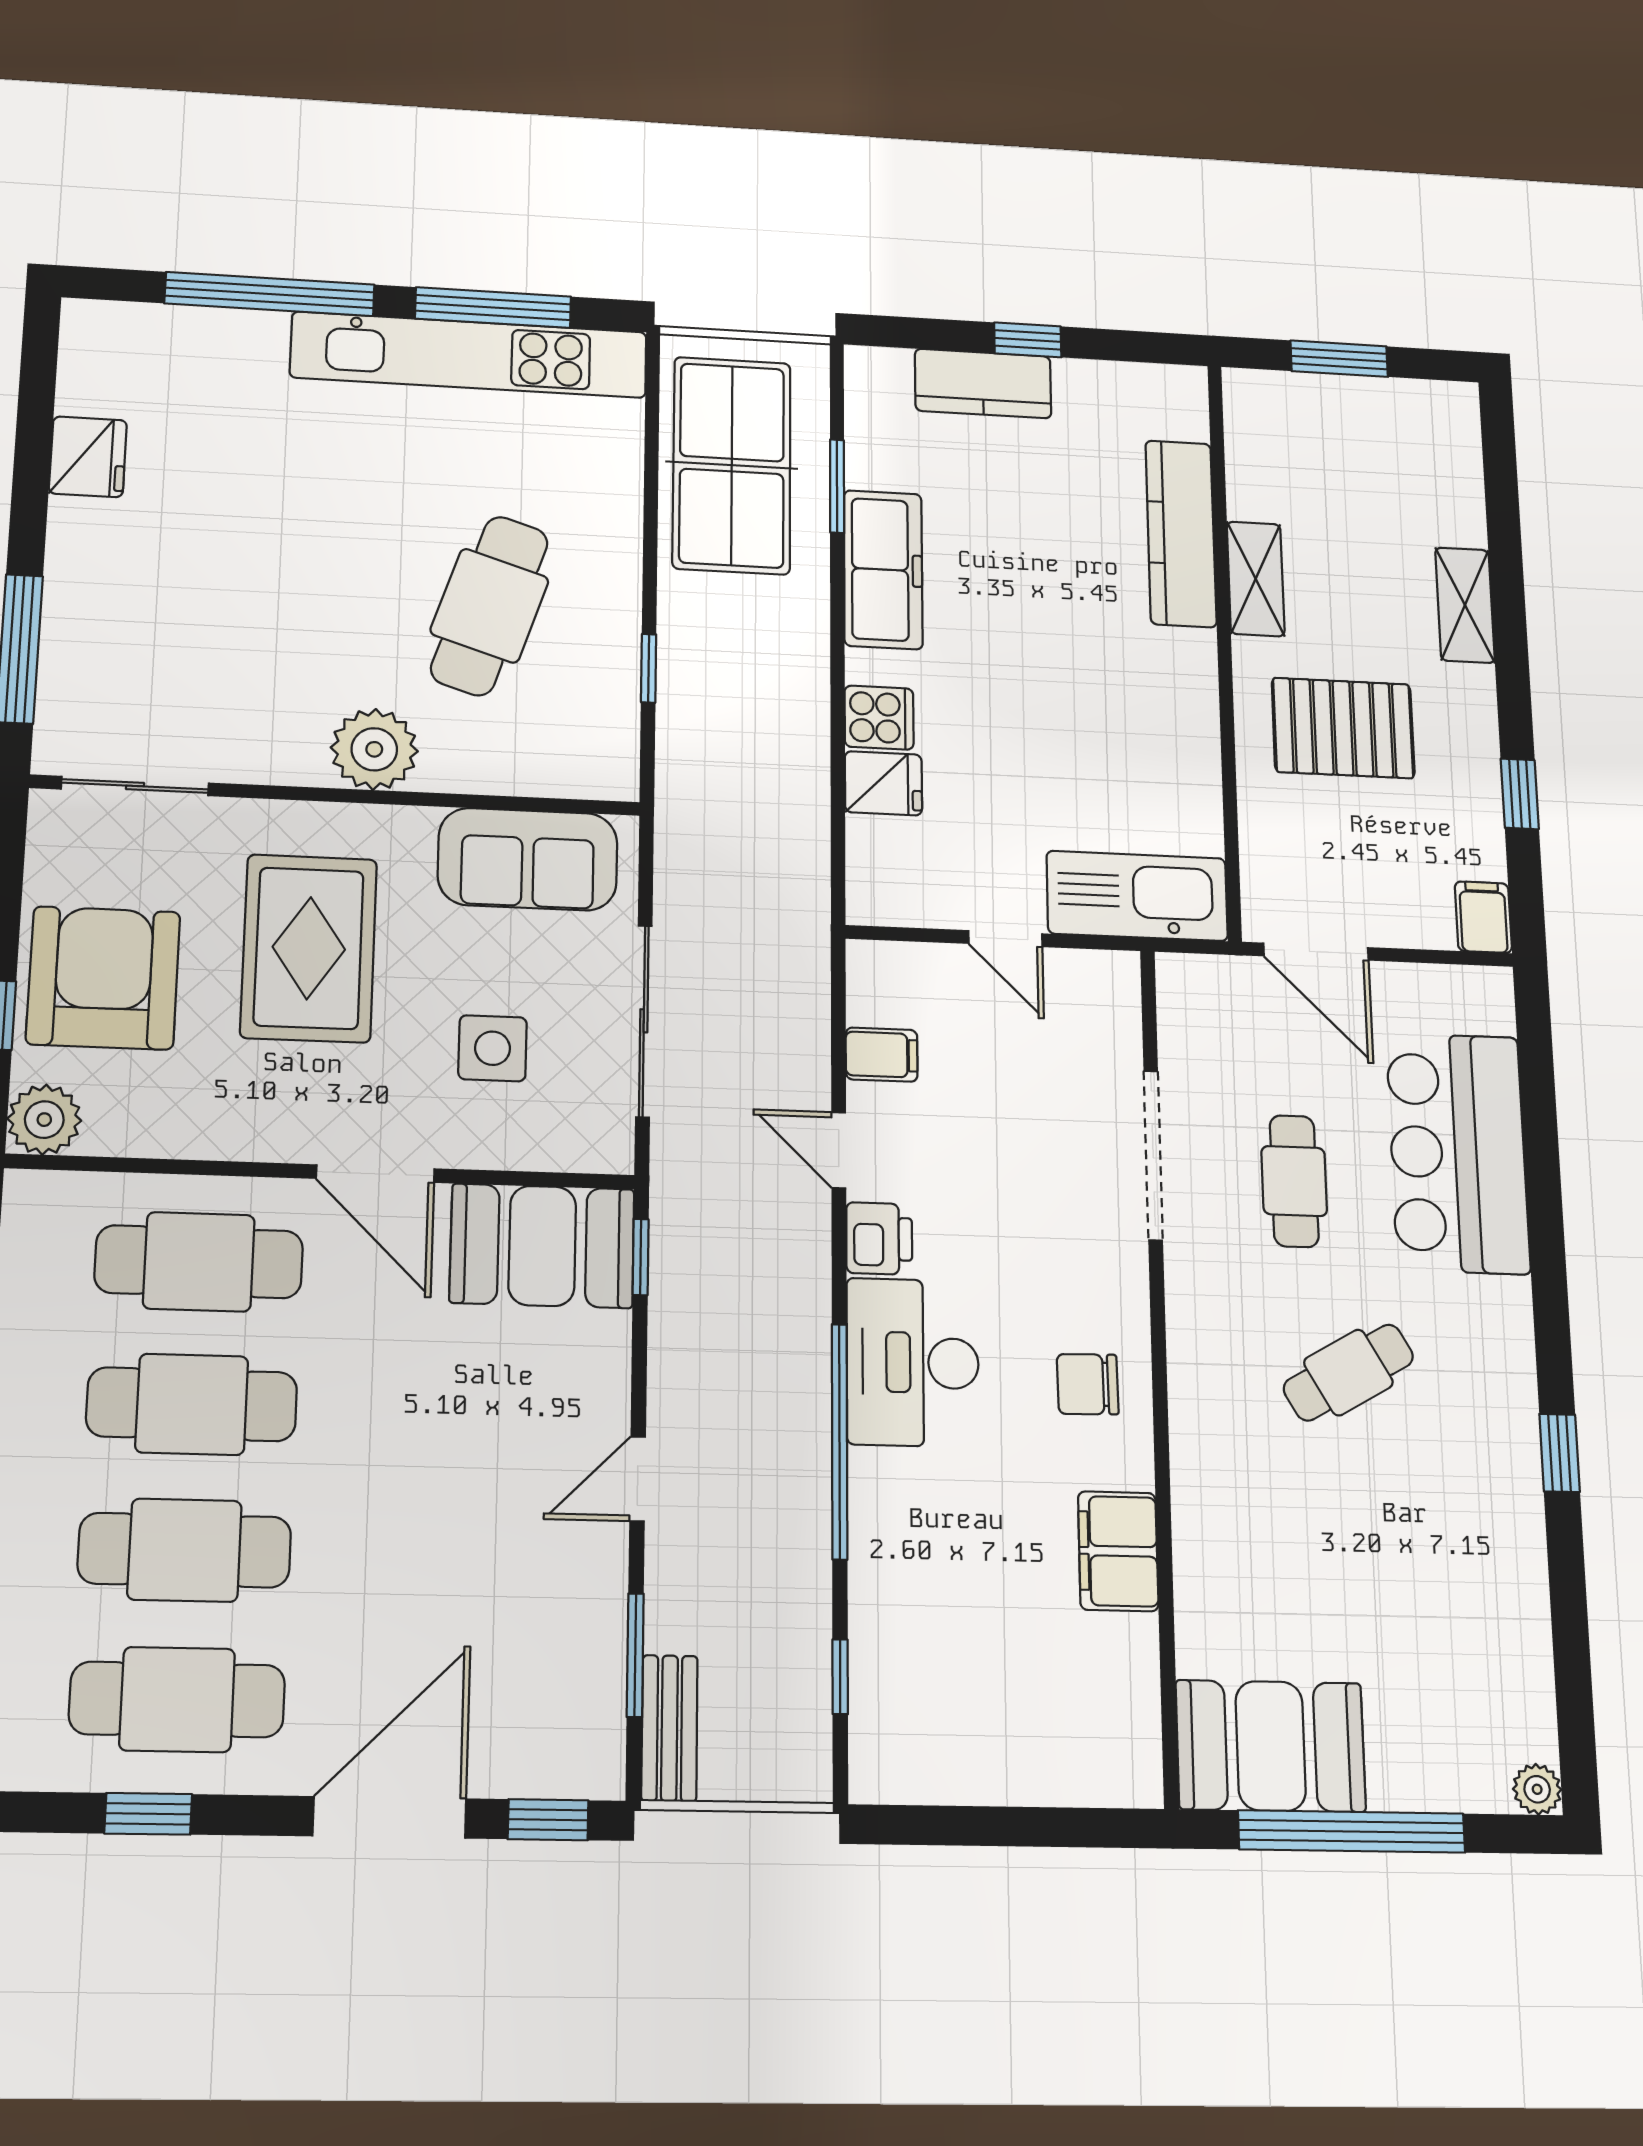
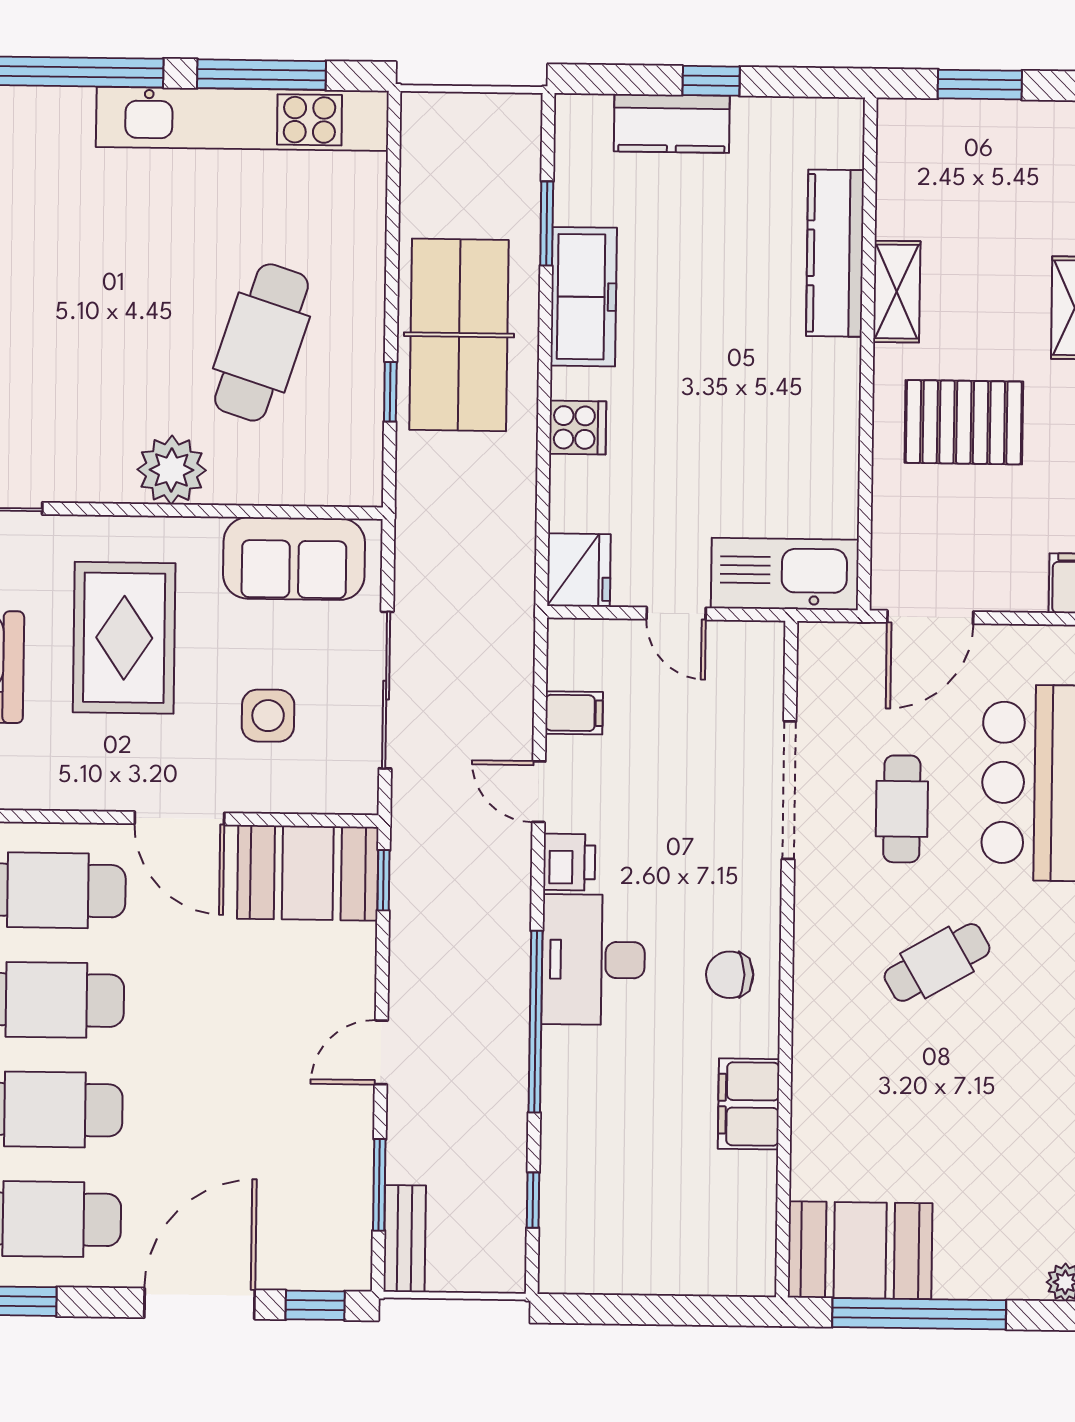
table tennis table: (732, 465) -> (459, 335), moved
fridge: (883, 783) -> (579, 570), moved, width x1.38
door: (1316, 952) -> (930, 617), hinge flipped

